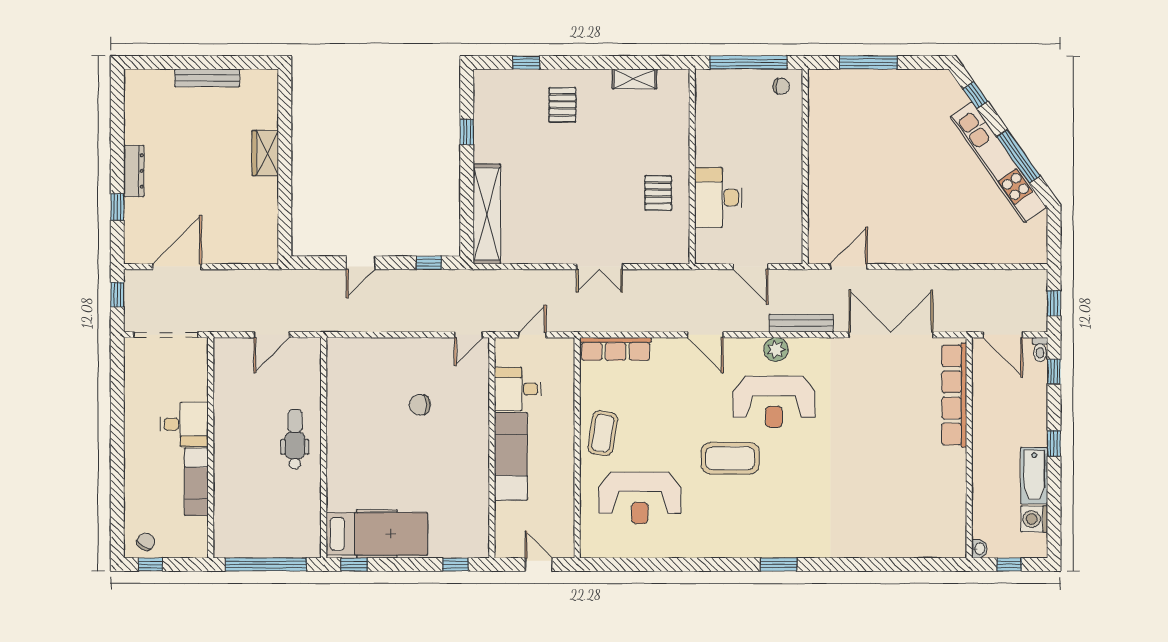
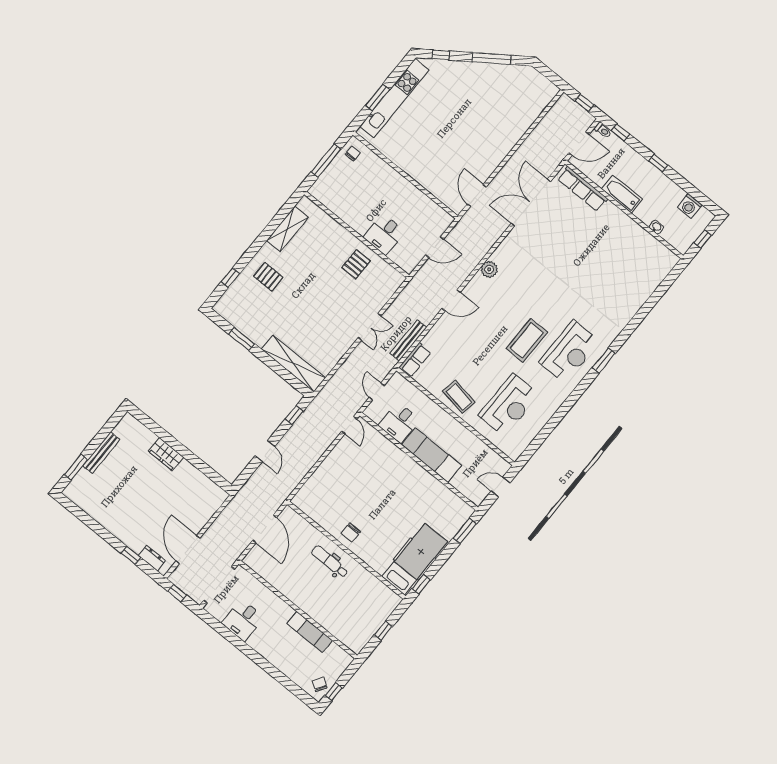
window: (167, 63) -> (76, 467), added
window: (748, 63) -> (326, 161), width x0.68
window: (868, 63) -> (378, 97), width x0.69
shelving: (634, 79) -> (287, 229), width x1.50, depth x1.33
window: (467, 132) -> (242, 339), width x1.50
kitchen unit: (998, 162) -> (394, 98), moved, turned -55
dresser: (134, 171) -> (152, 558), moved, width x0.70
pallet: (658, 193) -> (356, 264), turned 90
desk: (718, 198) -> (384, 234), width x0.73
bench: (801, 323) -> (408, 340), moved
door: (272, 335) -> (265, 529), width x1.36
row of seats: (615, 349) -> (415, 360), width x0.68
row of seats: (954, 395) -> (583, 189), width x0.73
reception desk: (774, 402) -> (569, 352), moved
chair: (420, 405) -> (351, 532), moved
desk: (184, 424) -> (243, 620), moved, turned 180
bathtub: (1034, 476) -> (622, 194), moved, turned 180
washbasin: (979, 549) -> (656, 227), moved
window: (266, 564) -> (383, 631), width x0.32
window: (455, 564) -> (465, 531), width x1.50

